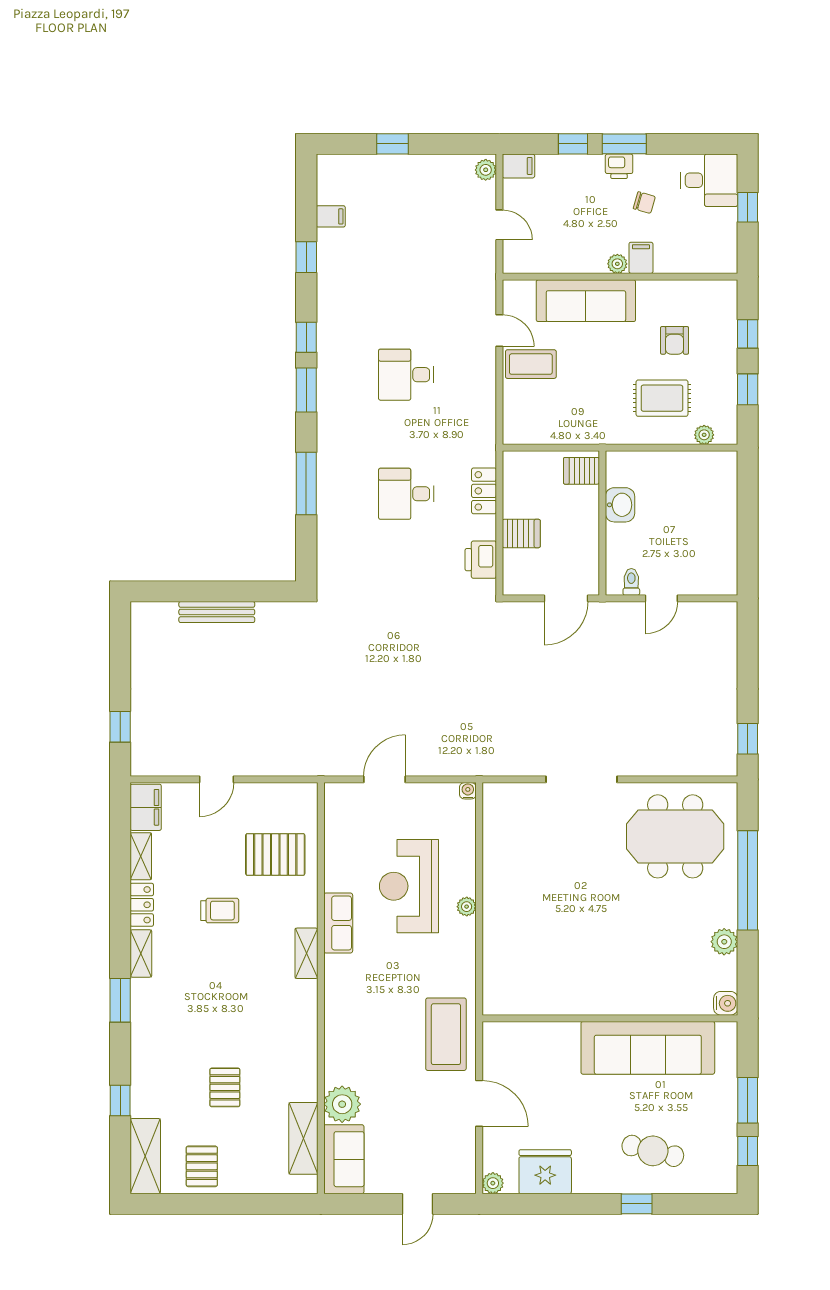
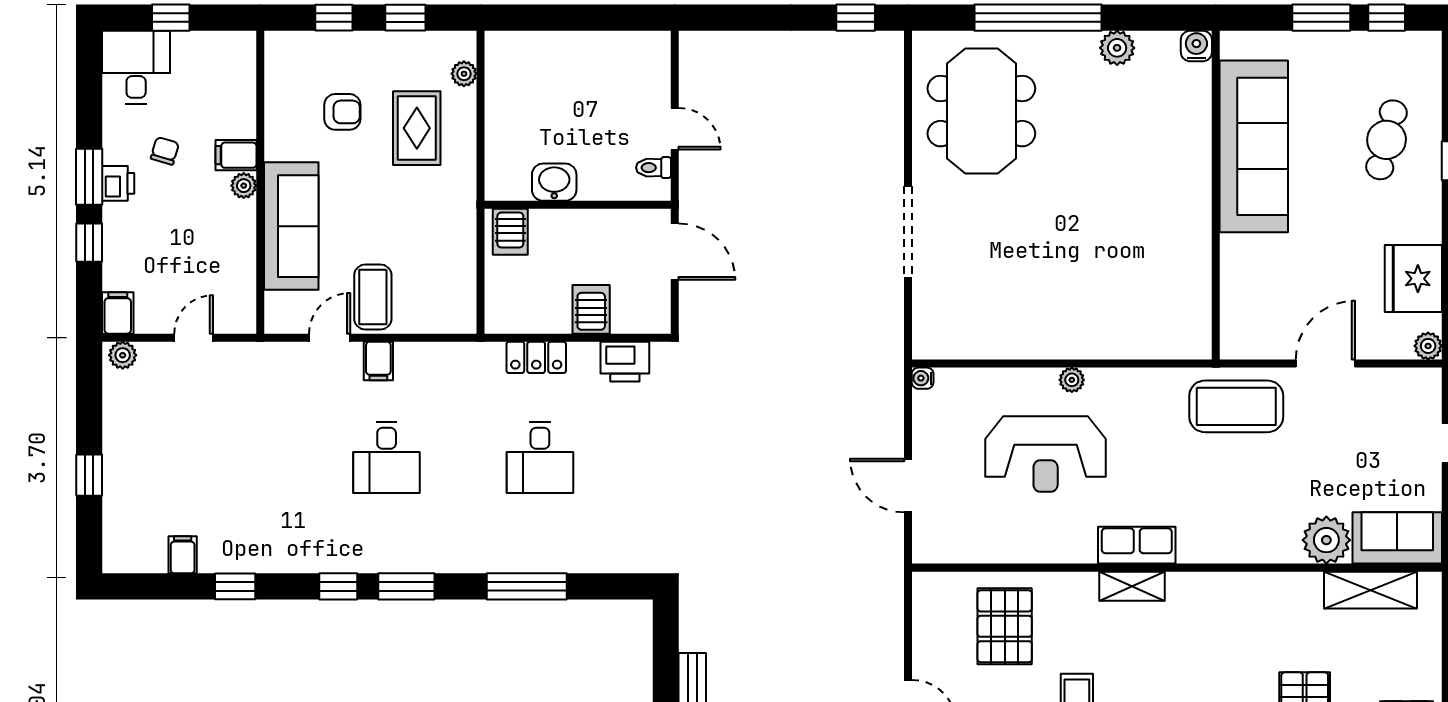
filing cabinet: (481, 368) -> (378, 361), added
row of seats: (338, 923) -> (1137, 545), moved

